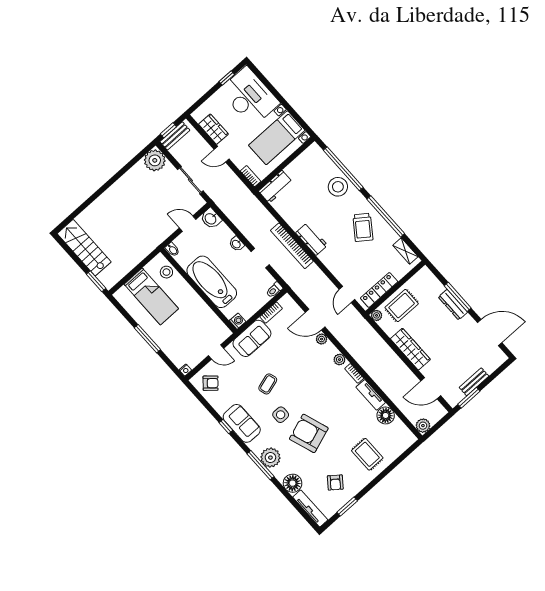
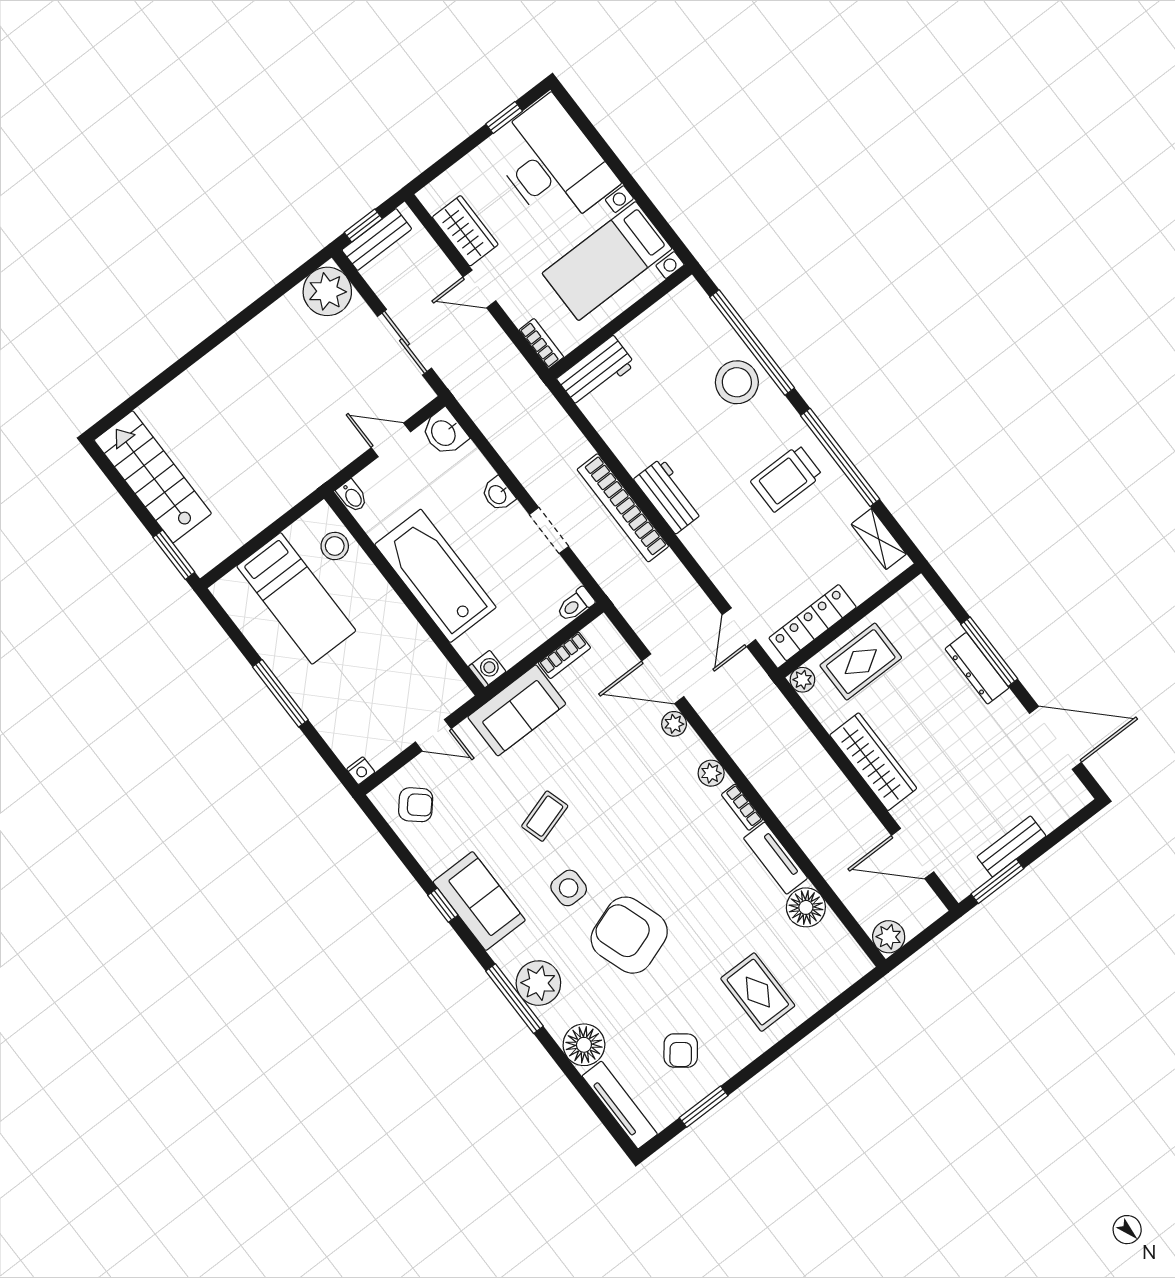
trolley: (363, 227) -> (786, 478), turned 54

